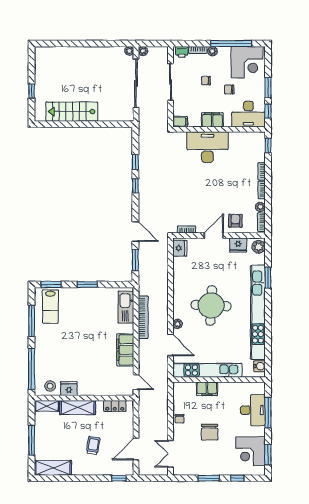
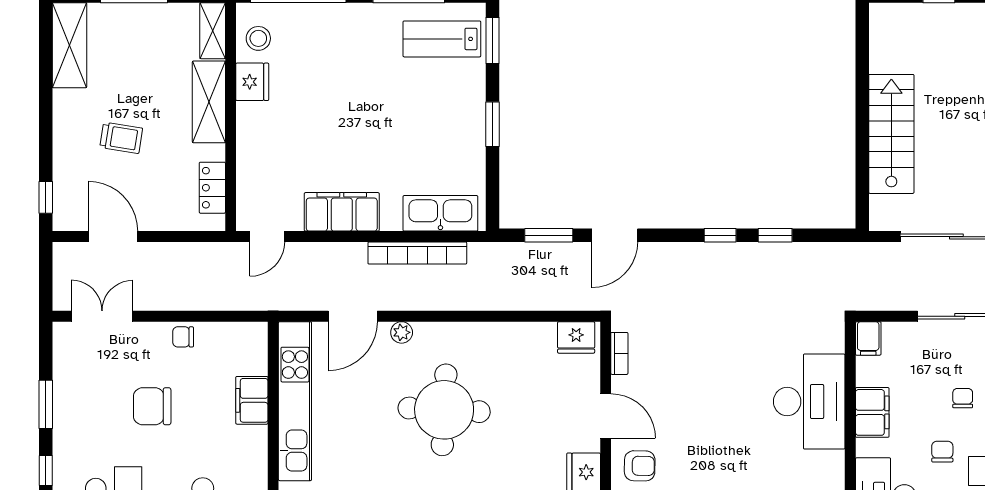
stairs: (72, 112) -> (891, 134), moved

